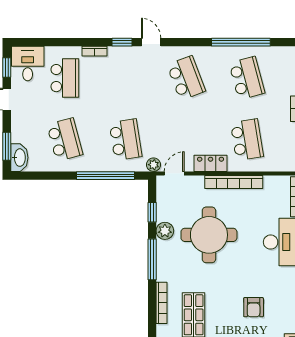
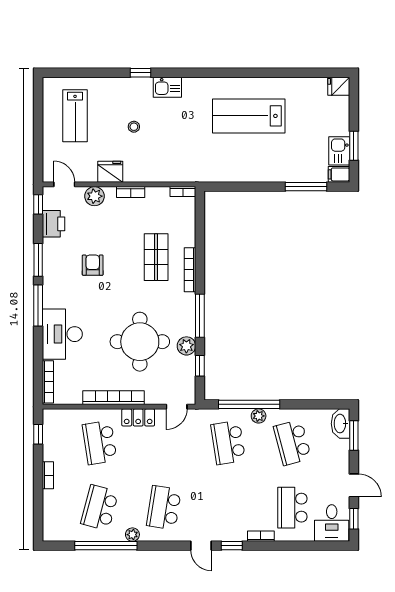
plant: (216, 53) -> (132, 535), added
school desk: (186, 78) -> (164, 508), turned 30
school desk: (247, 78) -> (100, 508), turned 30
plant: (154, 165) -> (259, 416), moved

